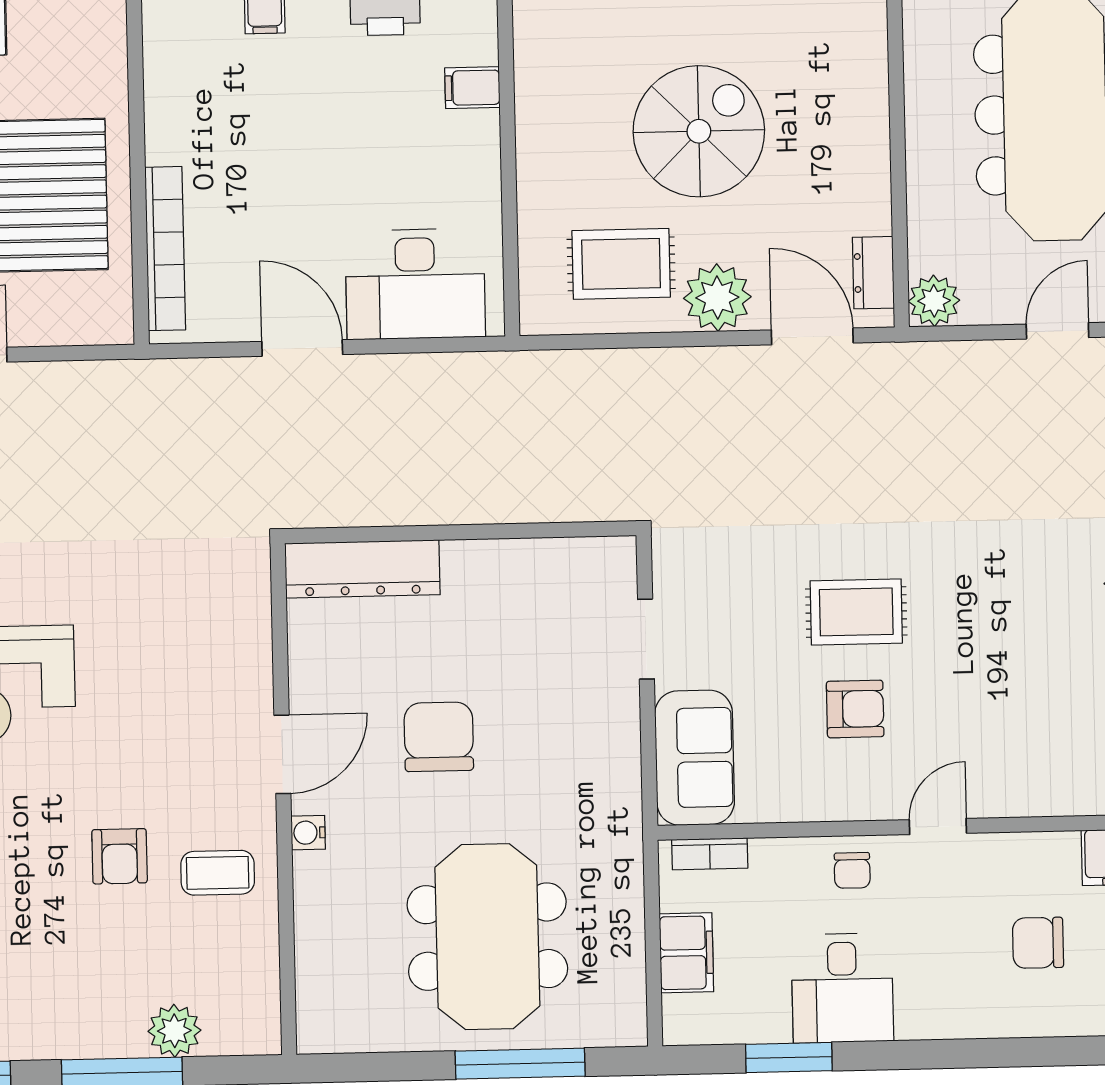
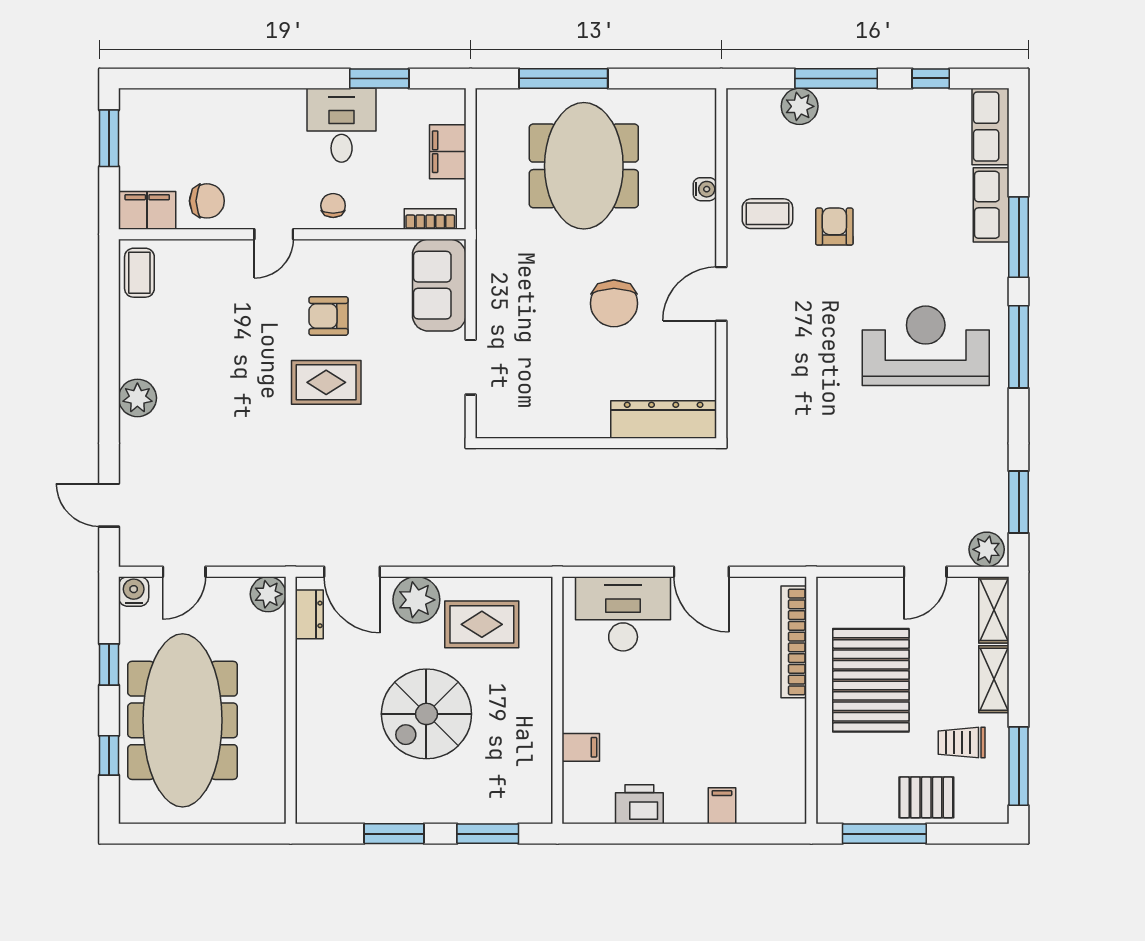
water cooler: (308, 833) -> (705, 189), moved
chair: (1038, 943) -> (207, 201), moved

